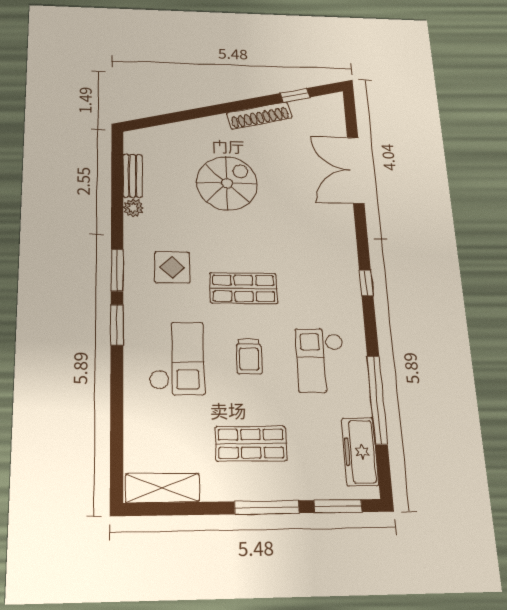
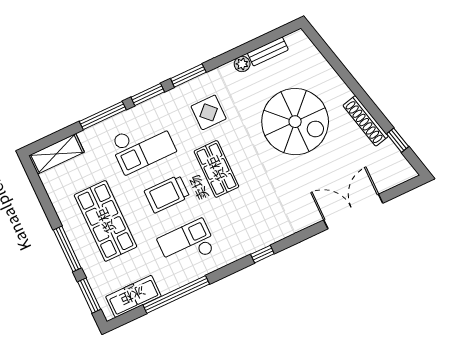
spiral stairs: (227, 183) -> (295, 122), width x1.37, depth x1.37
trolley: (249, 356) -> (167, 194), width x1.36, depth x1.39
window: (117, 388) -> (103, 116), added
shop shelf: (251, 444) -> (105, 221), width x1.43, depth x1.36
shelving: (162, 488) -> (57, 154), moved, turned 90

